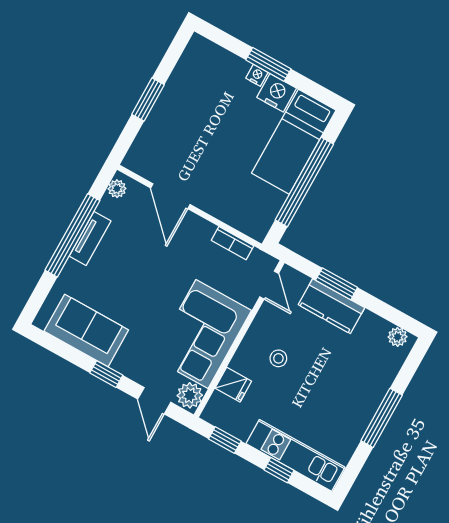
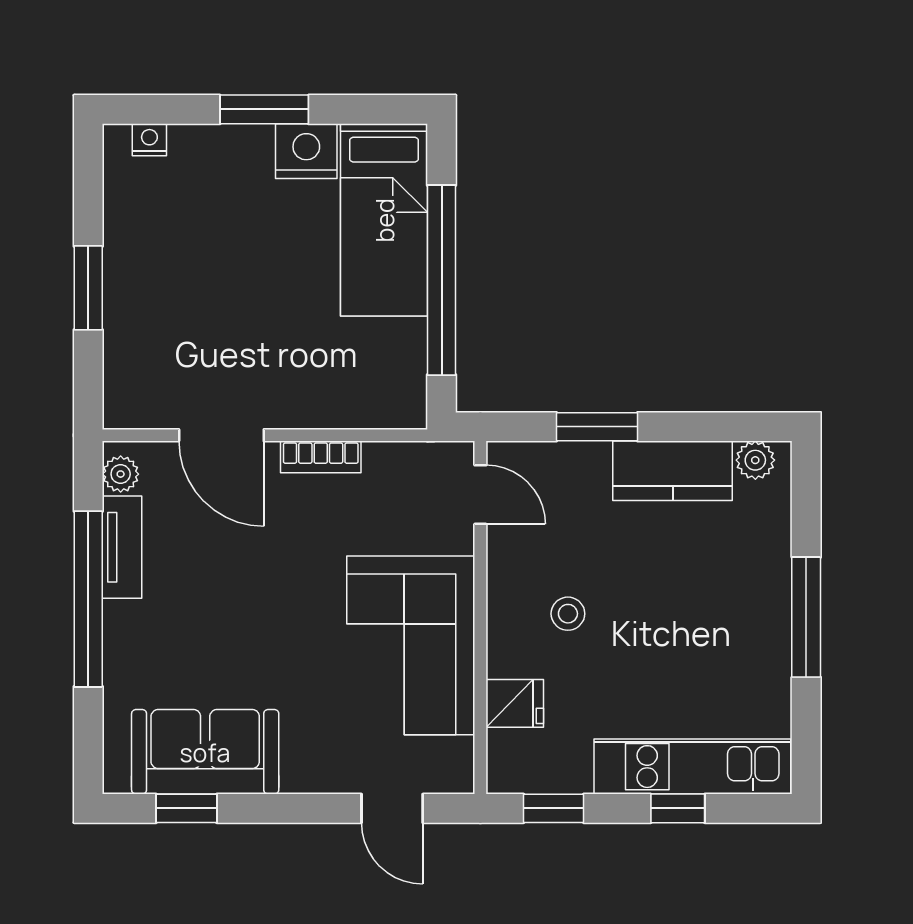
nightstand: (257, 75) -> (149, 140), moved
tv unit: (90, 238) -> (122, 547), moved
bookcase: (233, 243) -> (321, 457), moved
kitchen counter: (331, 306) -> (673, 471), moved
window: (106, 374) -> (186, 808), moved
plant: (190, 395) -> (449, 764), removed

